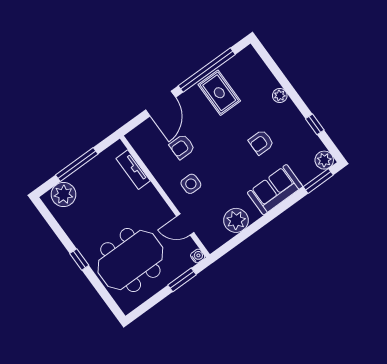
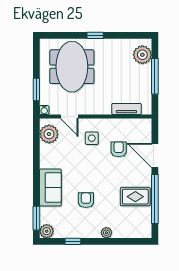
plant: (236, 220) -> (49, 134), moved
door: (185, 224) -> (69, 116), swing flipped

